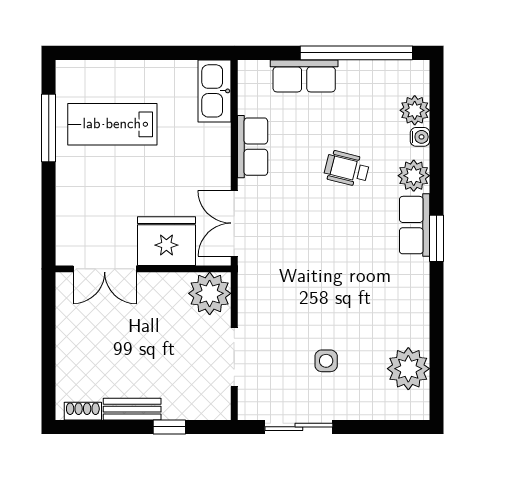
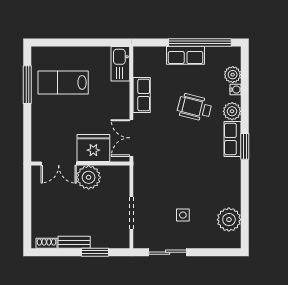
row of seats: (304, 76) -> (186, 55), moved
wheelchair: (347, 169) -> (194, 107), width x1.36, depth x1.37
plant: (210, 293) -> (89, 177), moved
window: (169, 427) -> (95, 252), width x1.50

